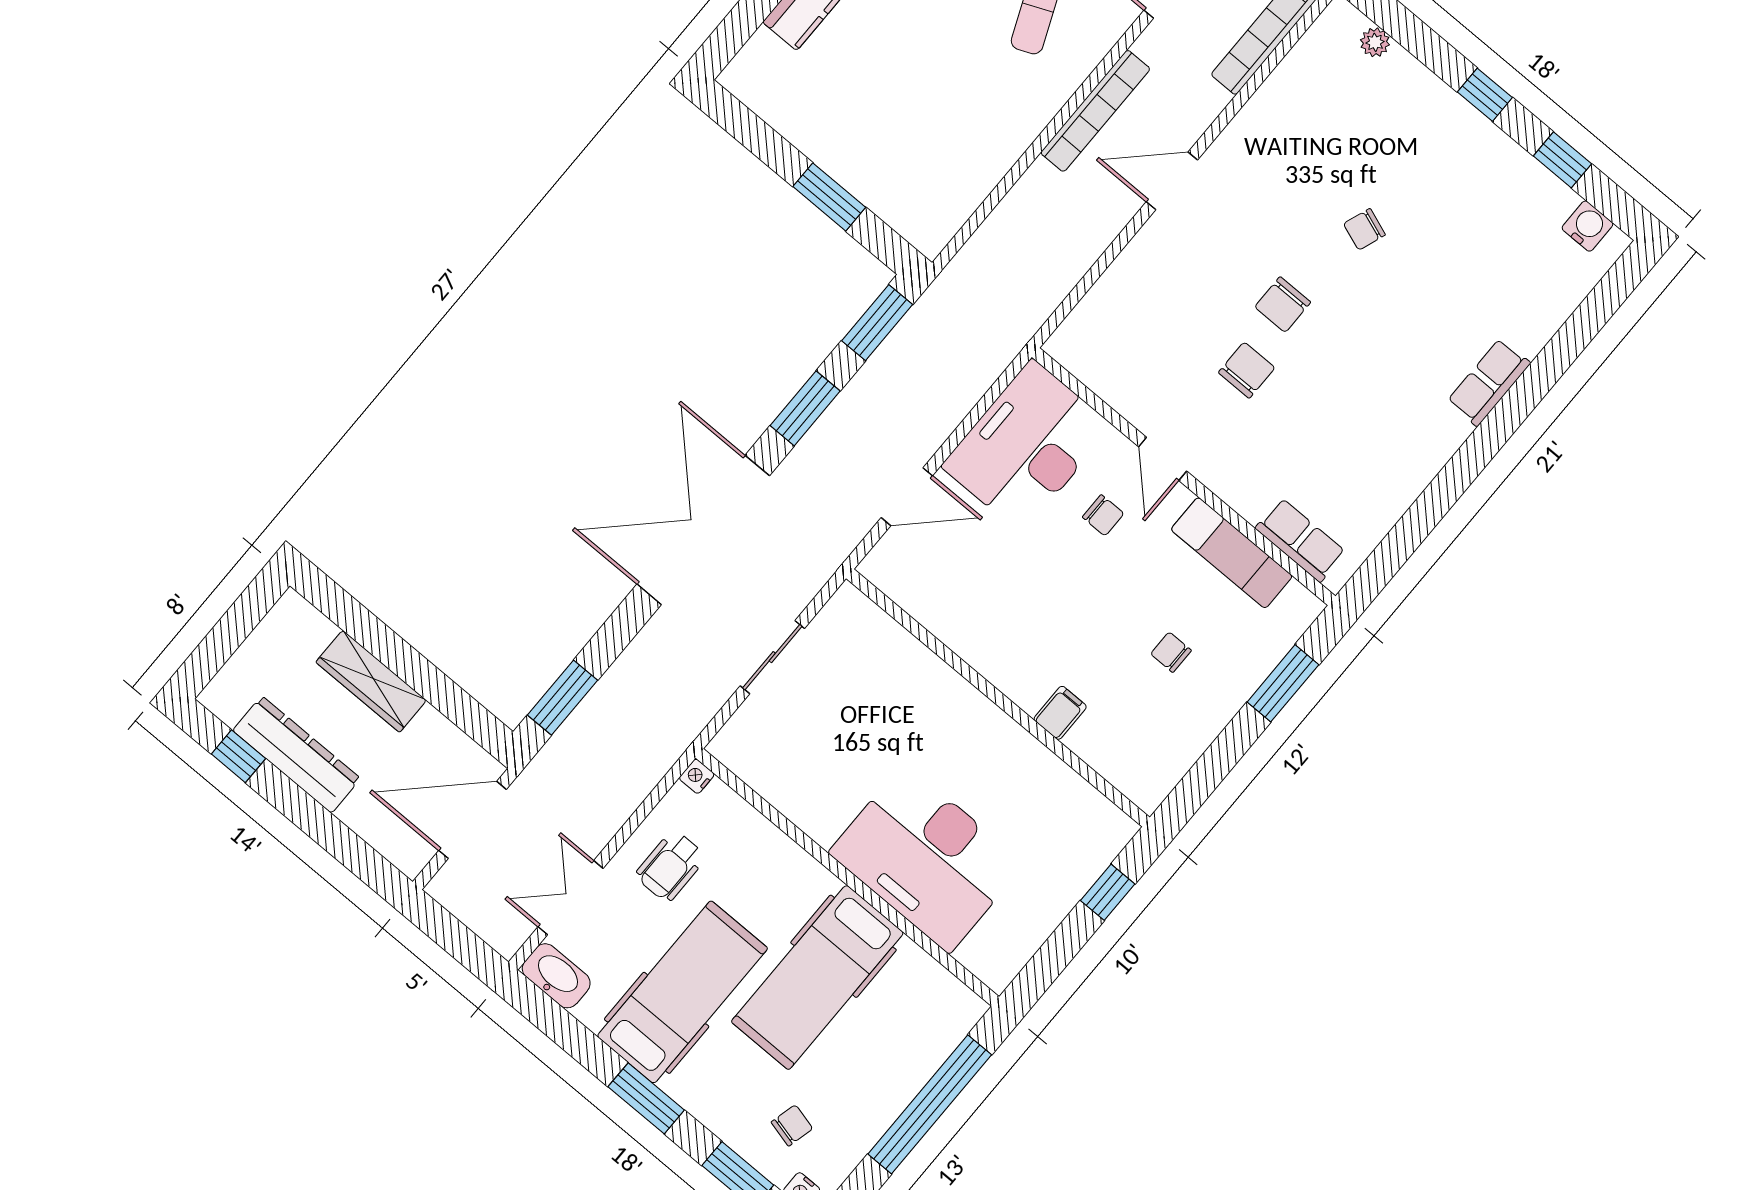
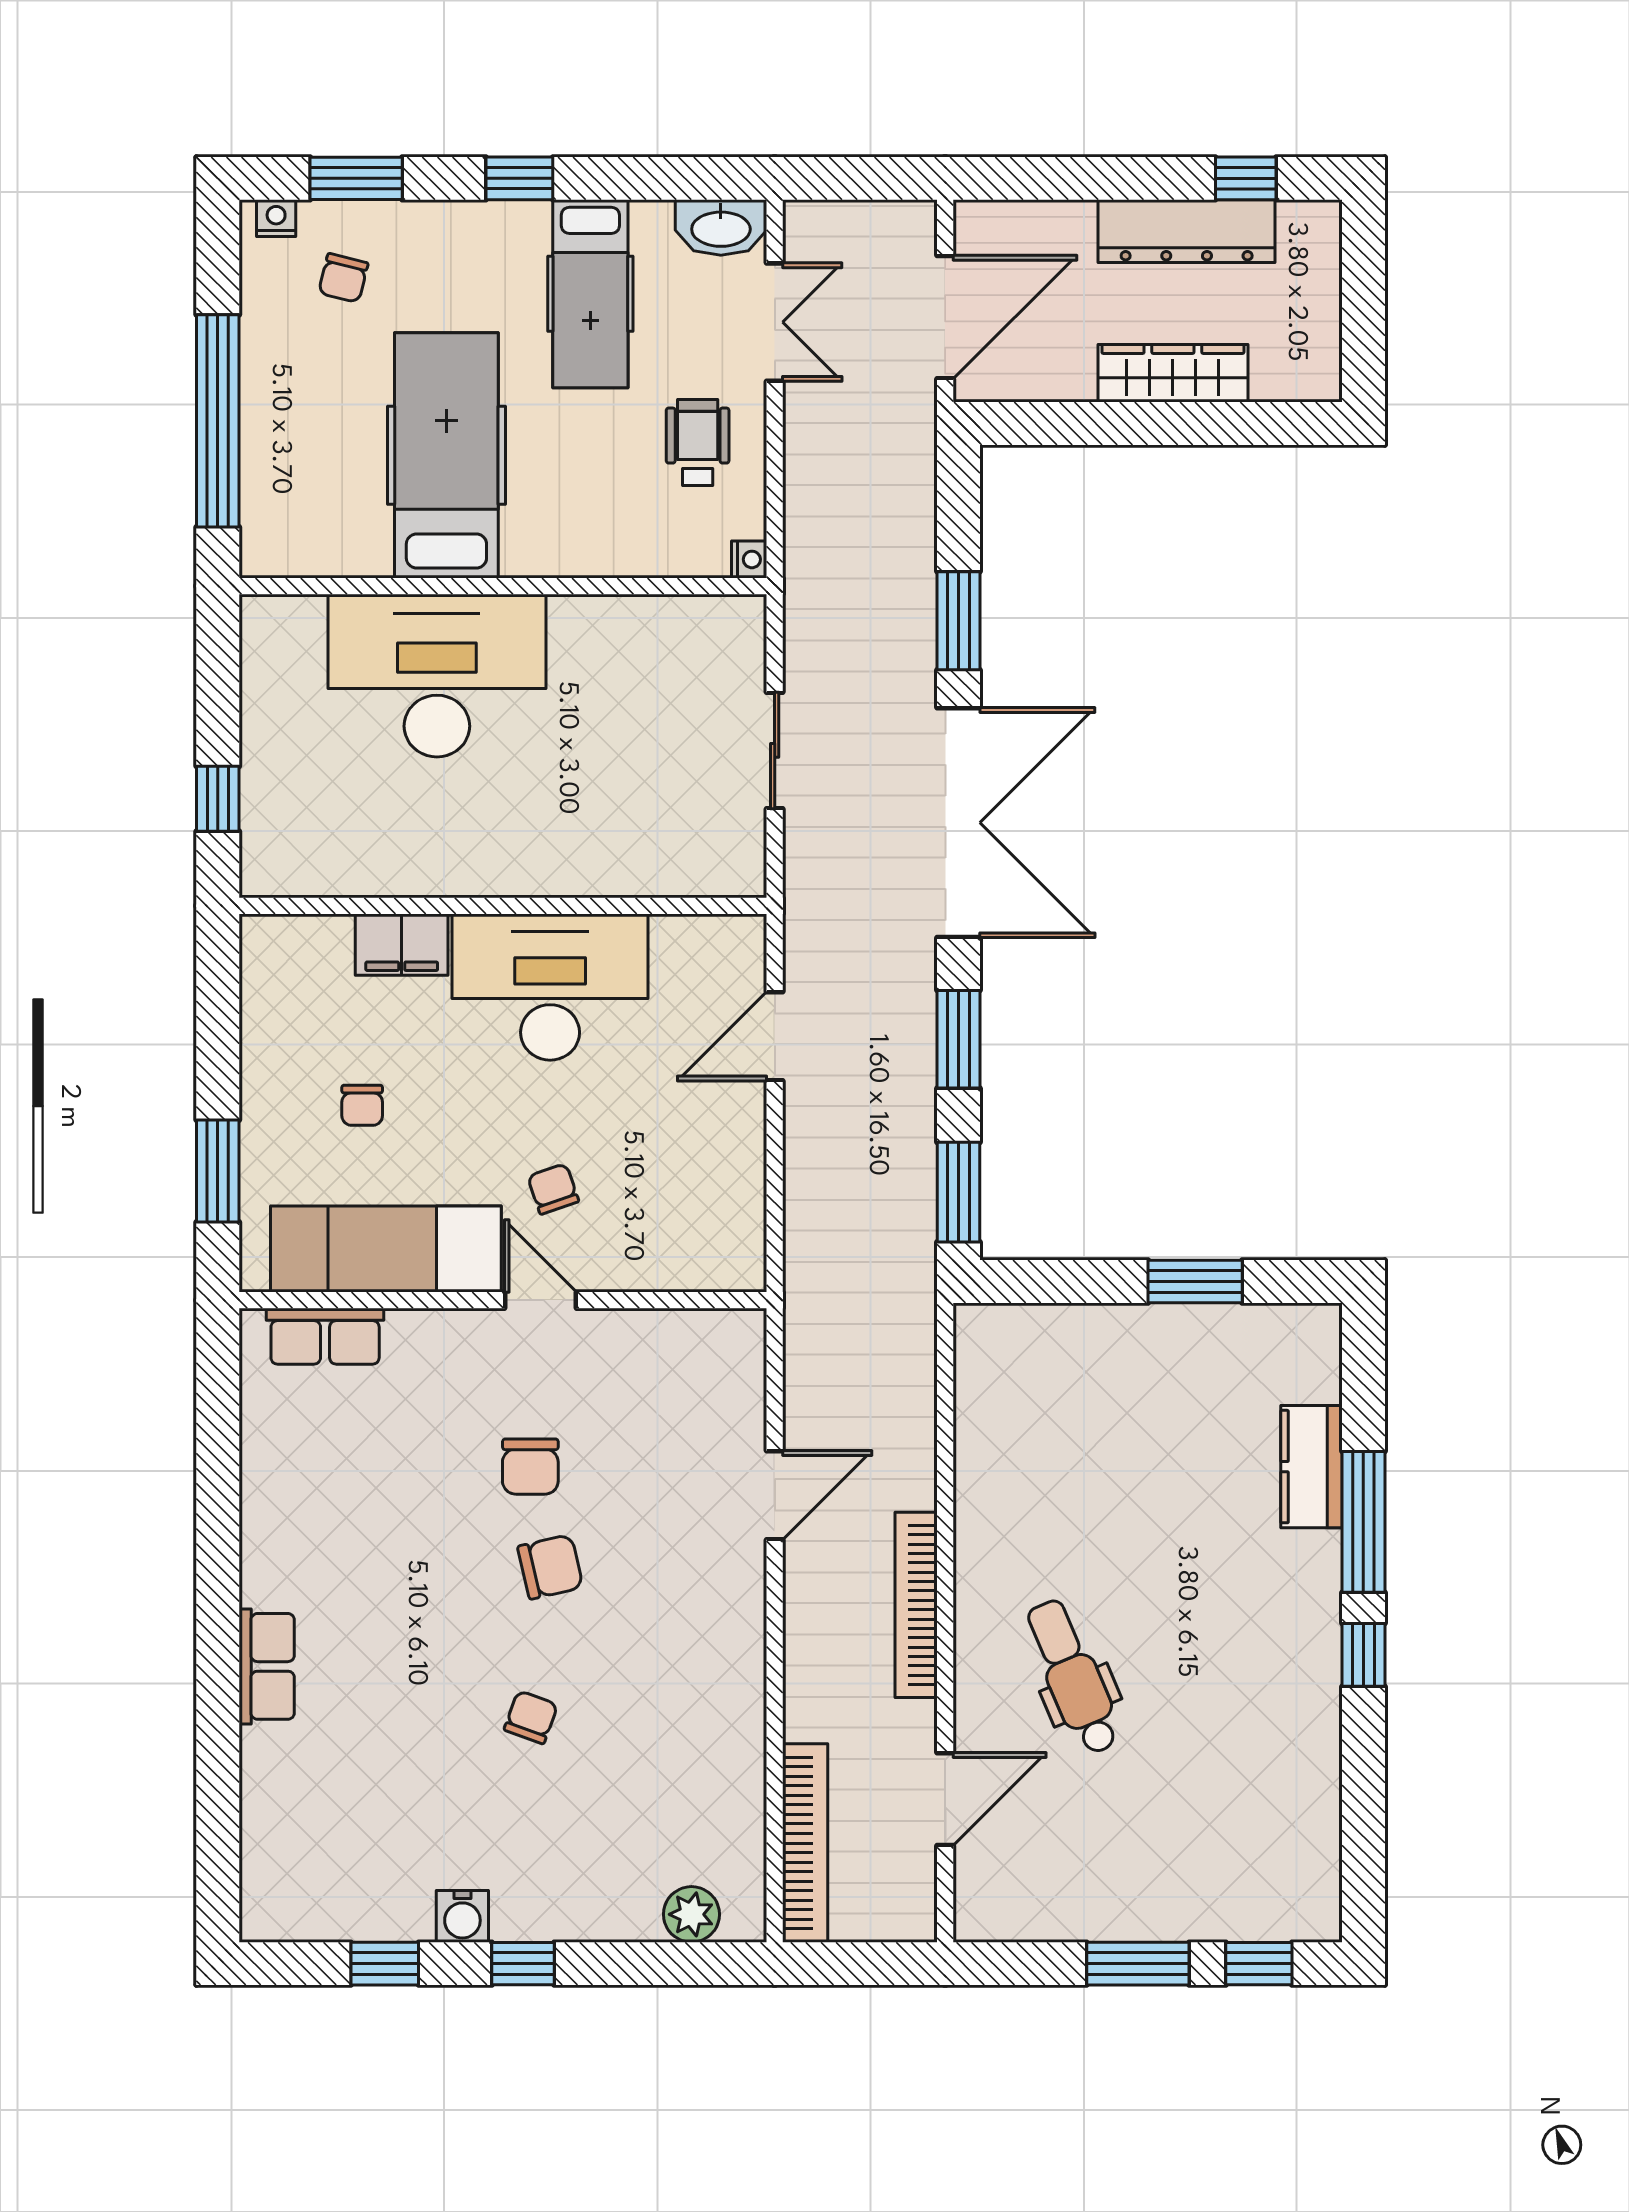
plant: (1375, 42) -> (691, 1914), width x1.38, depth x1.38
door: (1172, 181) -> (775, 1495), moved
window: (829, 197) -> (1195, 1281), moved
water cooler: (1587, 226) -> (462, 1916), moved
chair: (1283, 305) -> (550, 1567), turned 77
desk: (1027, 446) -> (550, 987), moved, turned -90
chair: (1103, 515) -> (553, 1189), turned 71
exam couch: (1232, 553) -> (386, 1249), width x1.36, depth x1.45
chair: (1171, 652) -> (362, 1105), turned 90
window: (562, 698) -> (958, 621), moved
filing cabinet: (1060, 713) -> (402, 945), width x2.00
hospital bed: (682, 992) -> (590, 294), width x0.73, depth x0.77
window: (646, 1098) -> (519, 178), width x0.67

